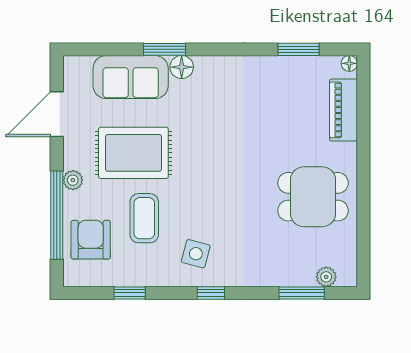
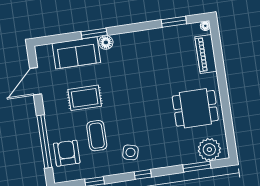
rug: (133, 153) -> (85, 98), width x0.73, depth x0.70
plant: (73, 180) -> (51, 119), removed
plant: (326, 277) -> (209, 150), width x1.87, depth x1.87

